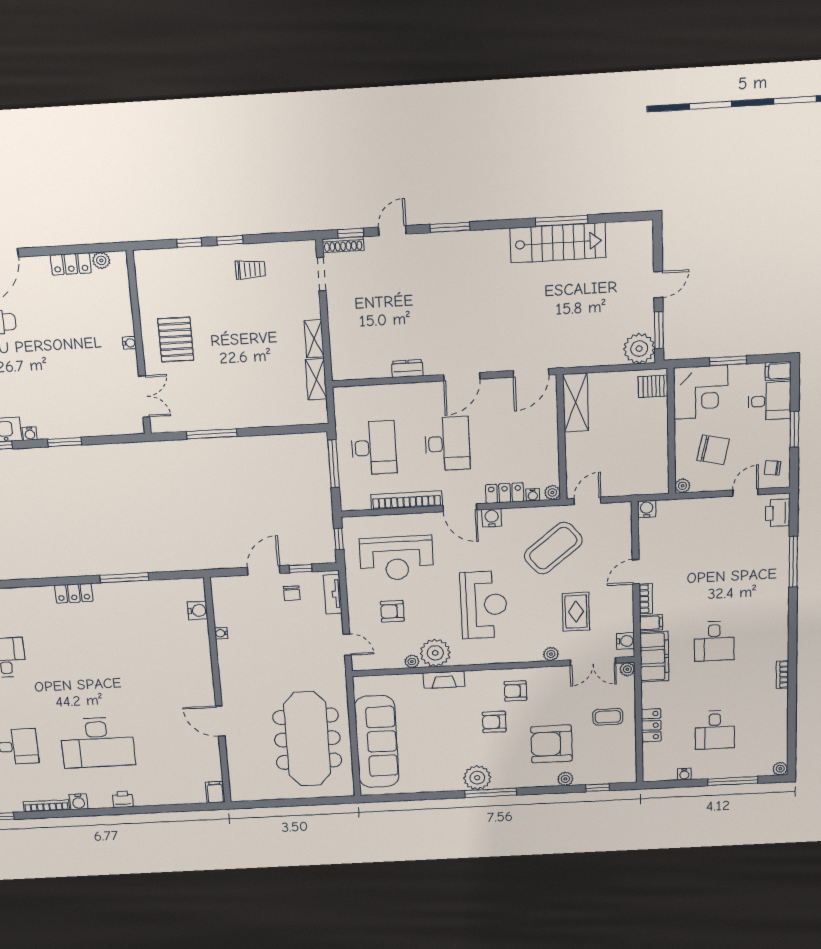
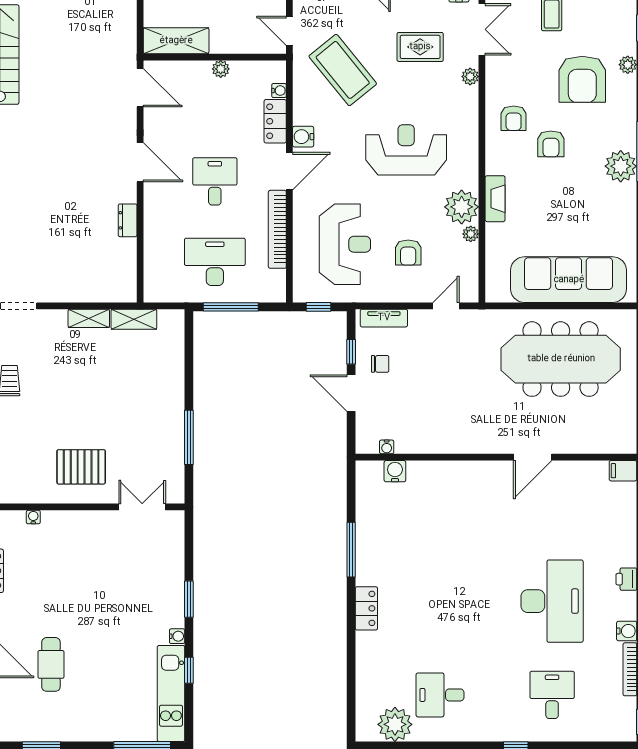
water cooler: (129, 343) -> (33, 517), moved
desk: (447, 444) -> (215, 181), width x0.73
plant: (552, 492) -> (221, 69), moved
water cooler: (221, 633) -> (387, 447), moved

